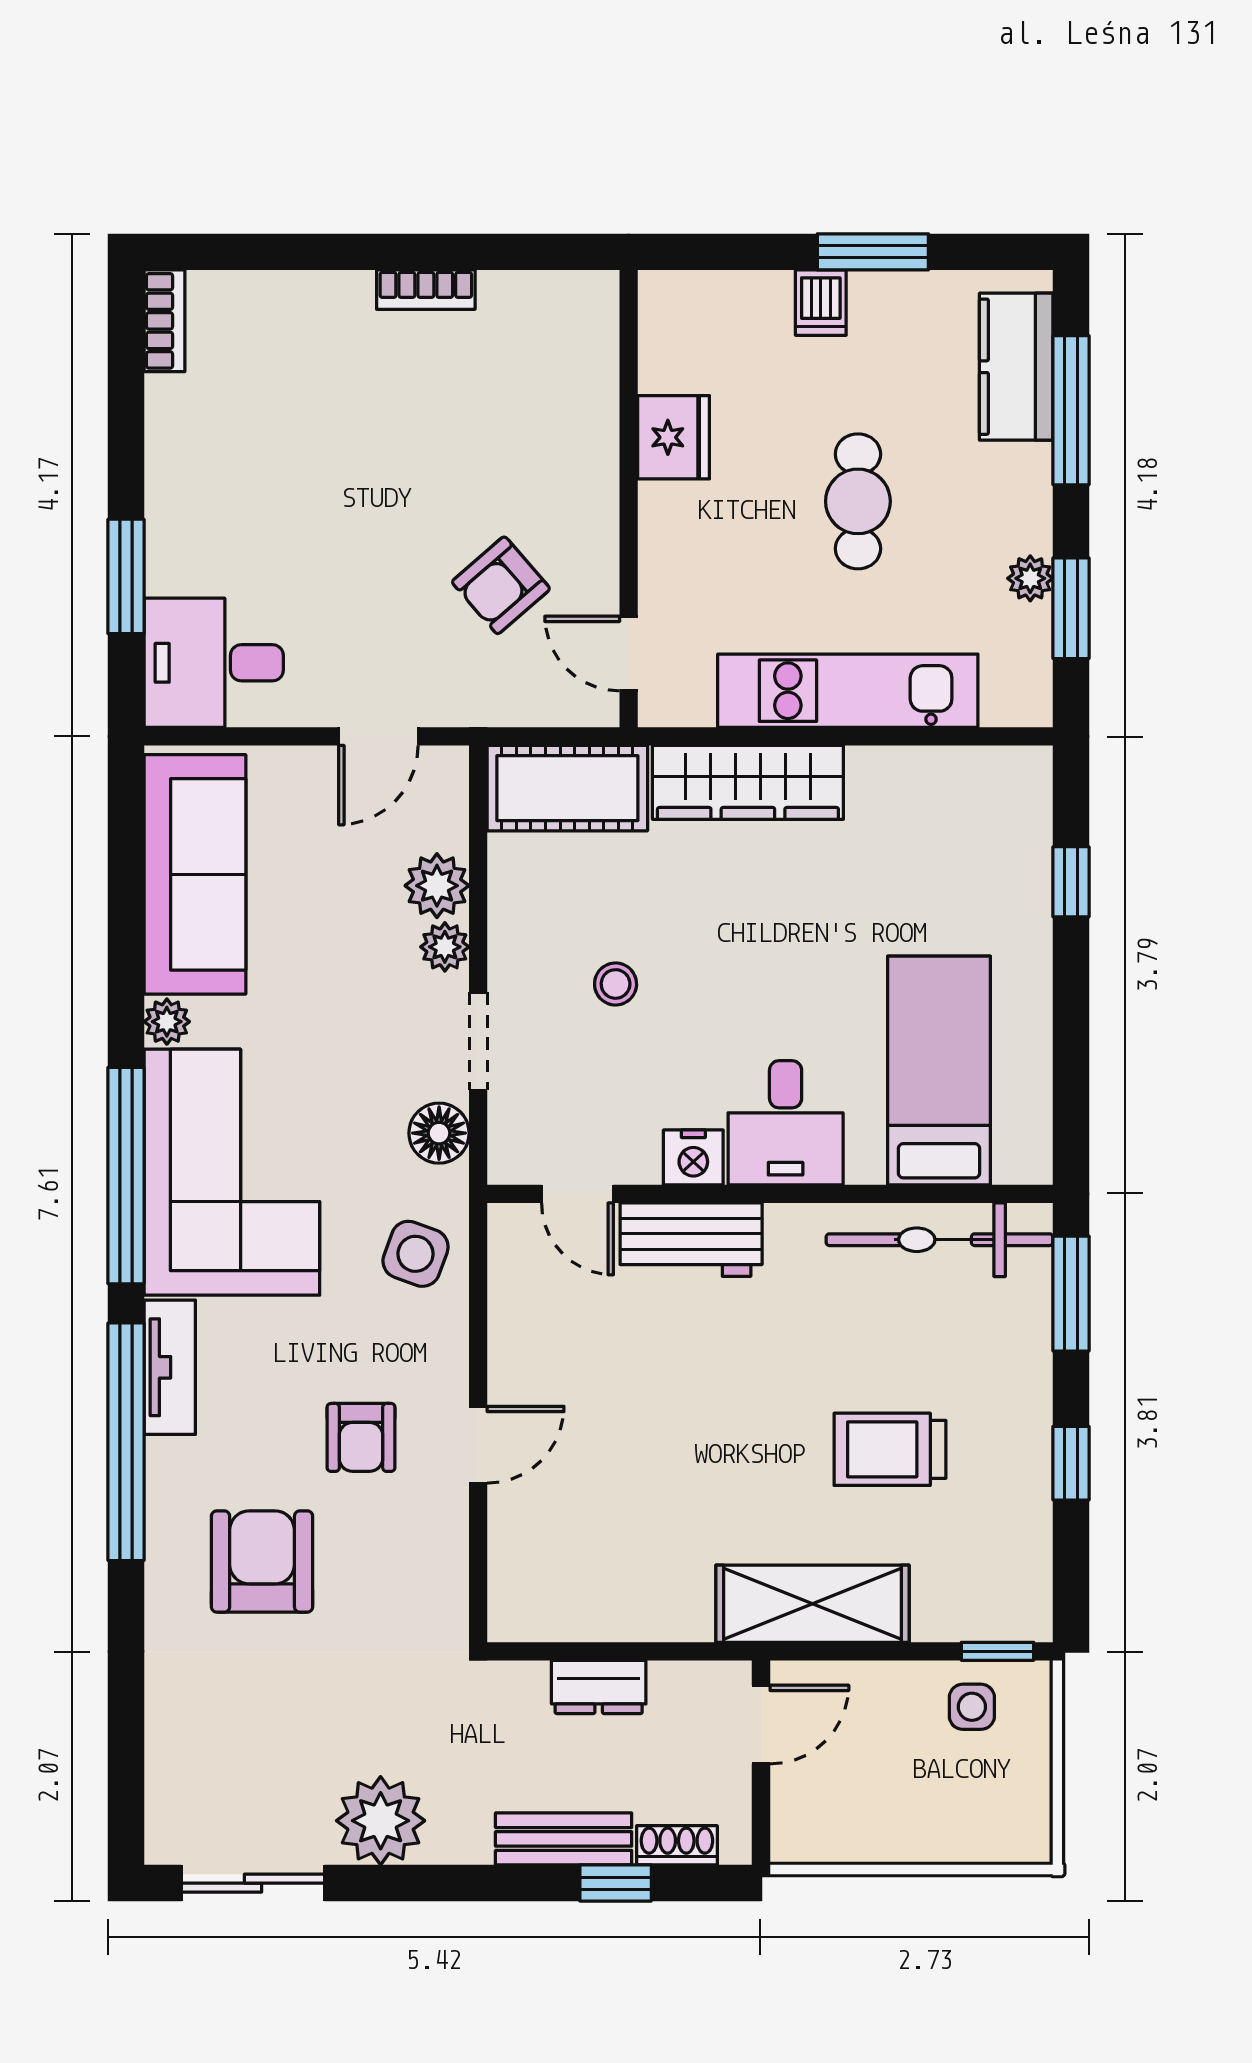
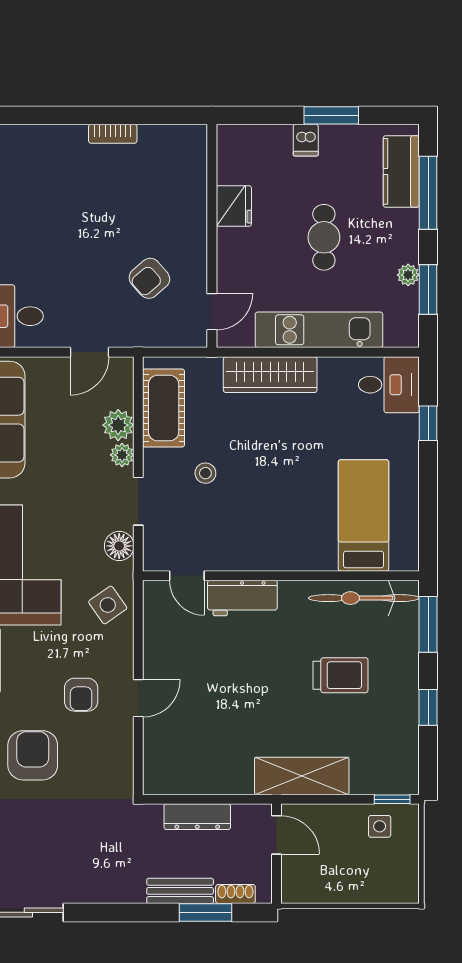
door: (629, 654) -> (212, 312), swing flipped
cot: (567, 788) -> (164, 408), moved, turned 90
desk: (786, 1123) -> (389, 385), moved, turned -90
nightstand: (693, 1157) -> (243, 558), removed
side table: (416, 1254) -> (108, 605), turned 35
trolley: (890, 1449) -> (341, 675), moved, turned 180
dresser: (599, 1687) -> (197, 817), width x1.44
door: (761, 1725) -> (277, 835), hinge flipped
plant: (381, 1821) -> (91, 882), removed
window: (616, 1883) -> (205, 912), width x1.50

